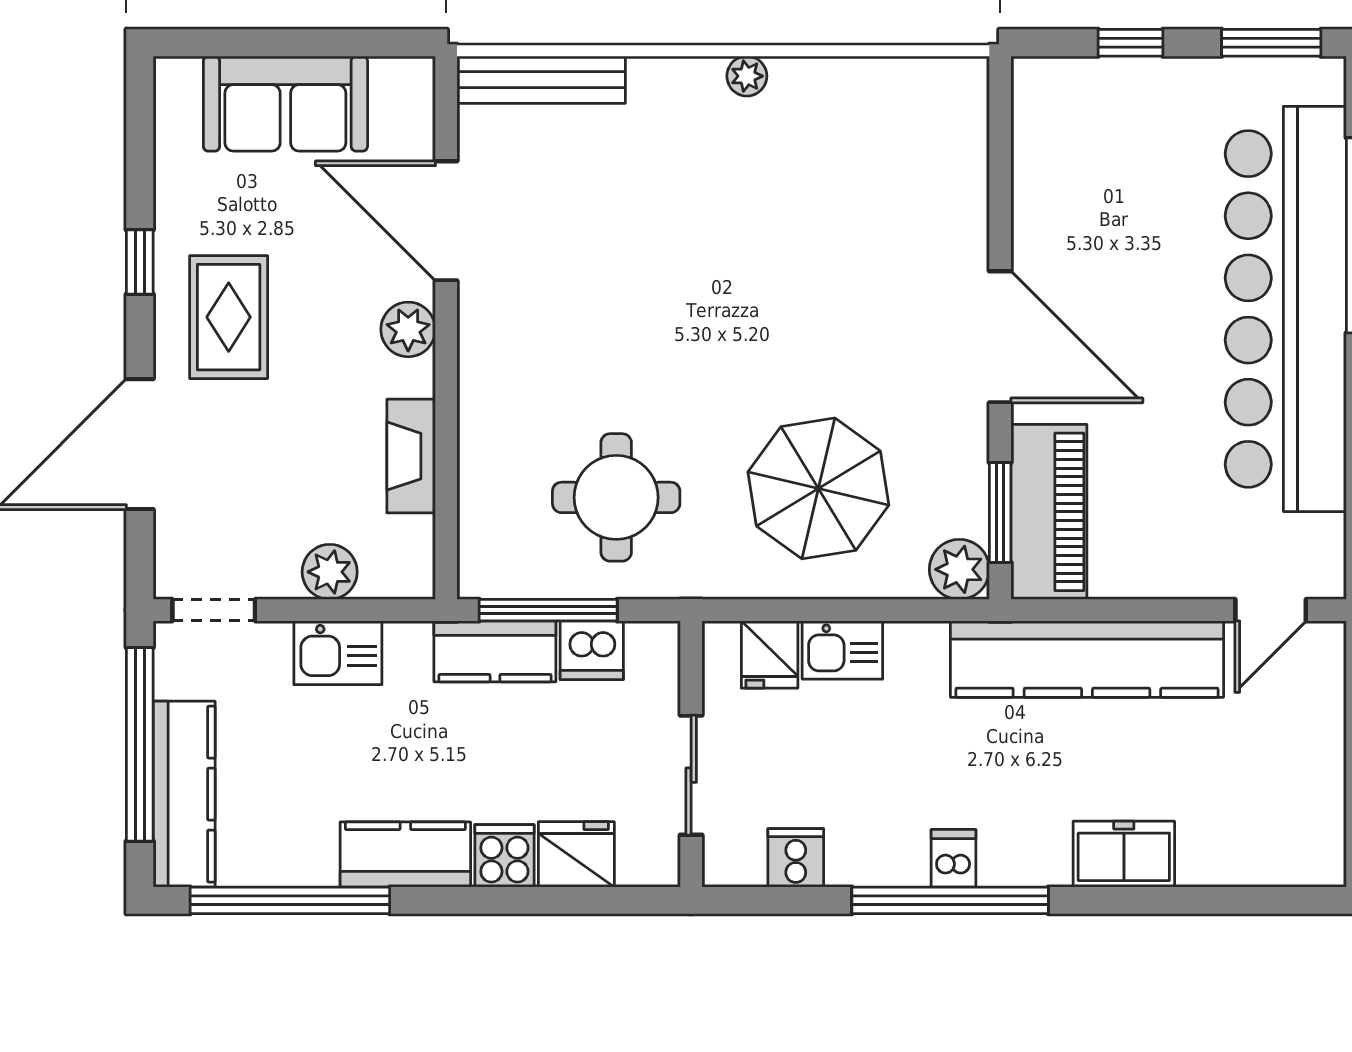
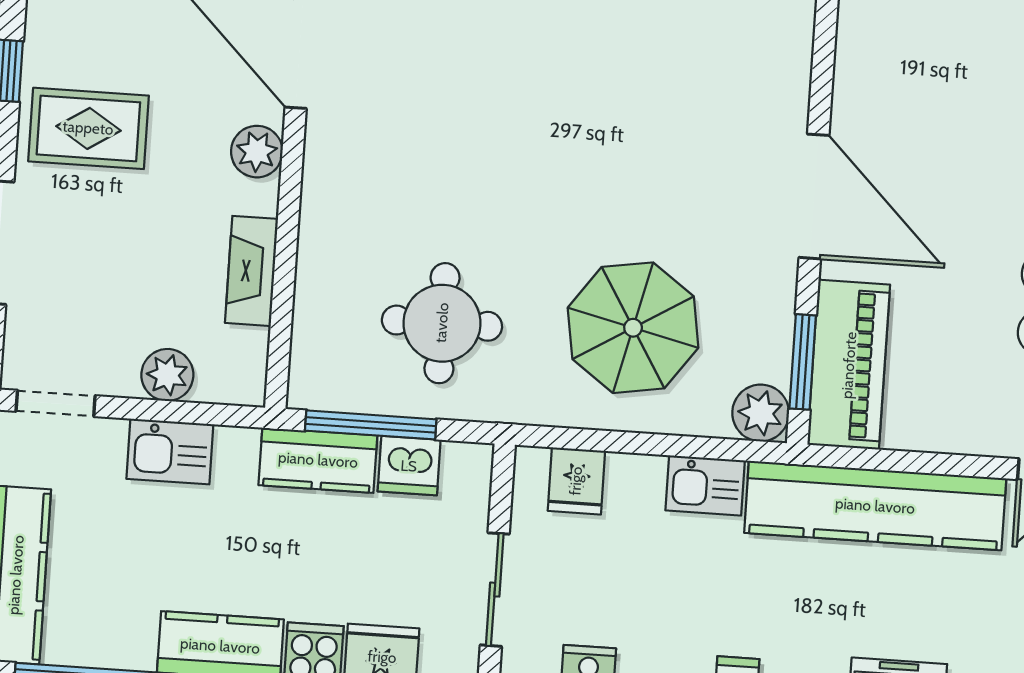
rug: (229, 317) -> (88, 128), turned 90
kitchen sink: (842, 650) -> (705, 485), moved

